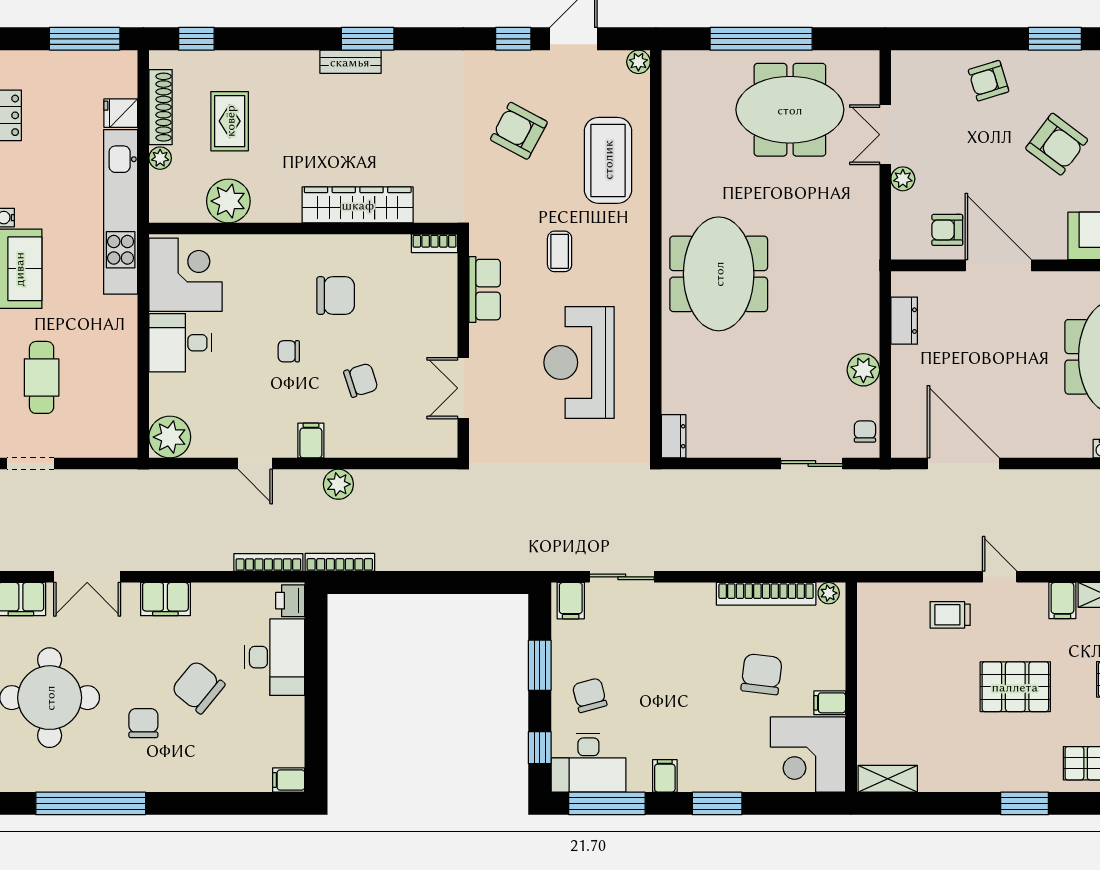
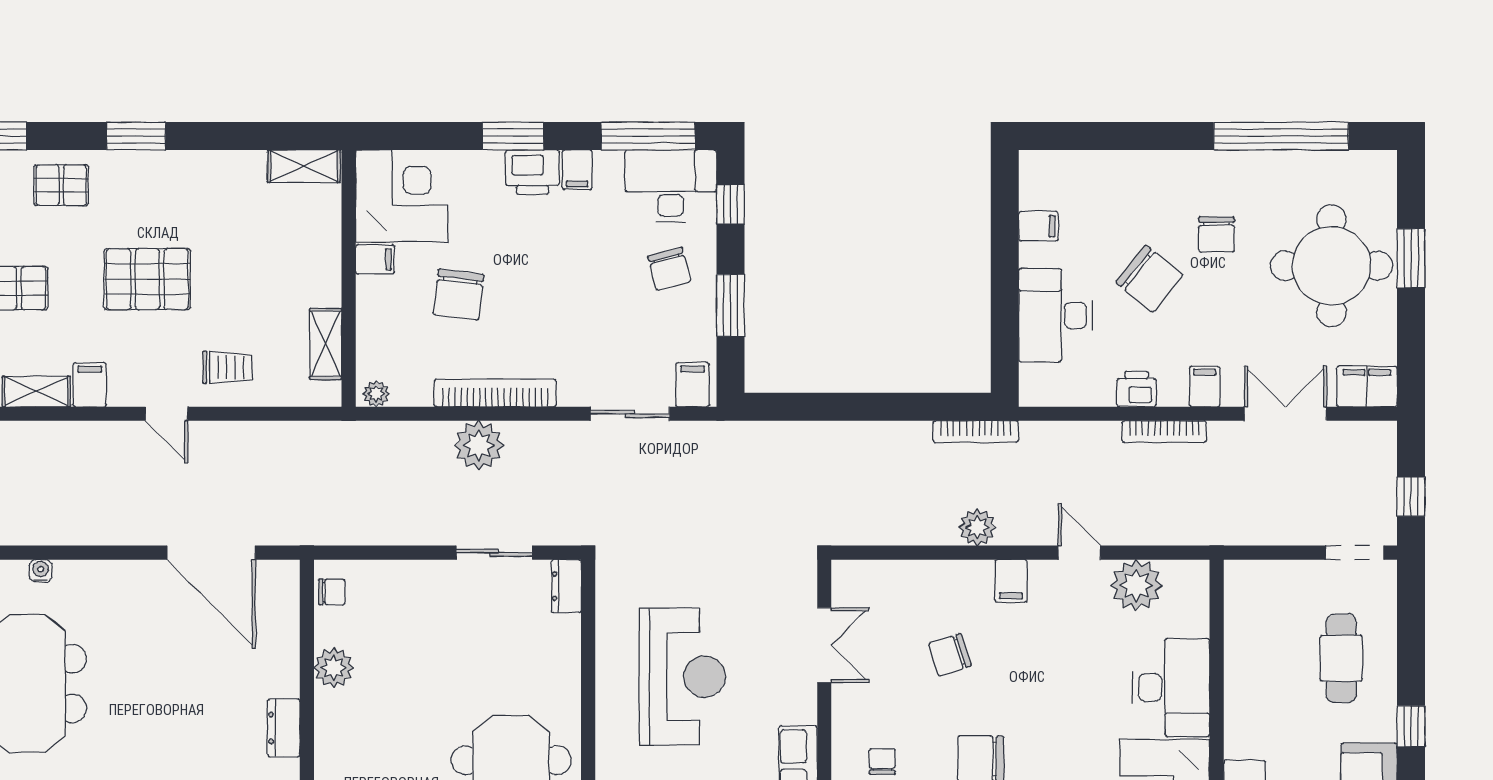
desk: (180, 343) -> (1171, 687), width x1.37
chair: (289, 351) -> (882, 762), moved, turned -90
chair: (865, 432) -> (332, 592), turned -90
plant: (170, 437) -> (1136, 585), moved
sliding door: (812, 464) -> (494, 553), moved
plant: (745, 551) -> (479, 445), added
bookcase: (268, 562) -> (1164, 432), moved
bookcase: (766, 594) -> (495, 393), moved
filing cabinet: (165, 599) -> (1205, 387), width x0.50
printer: (290, 601) -> (1137, 389), moved, turned -90
shelving: (870, 634) -> (326, 344), added
printer: (701, 774) -> (532, 172), added
filing cabinet: (289, 780) -> (1038, 226), moved

